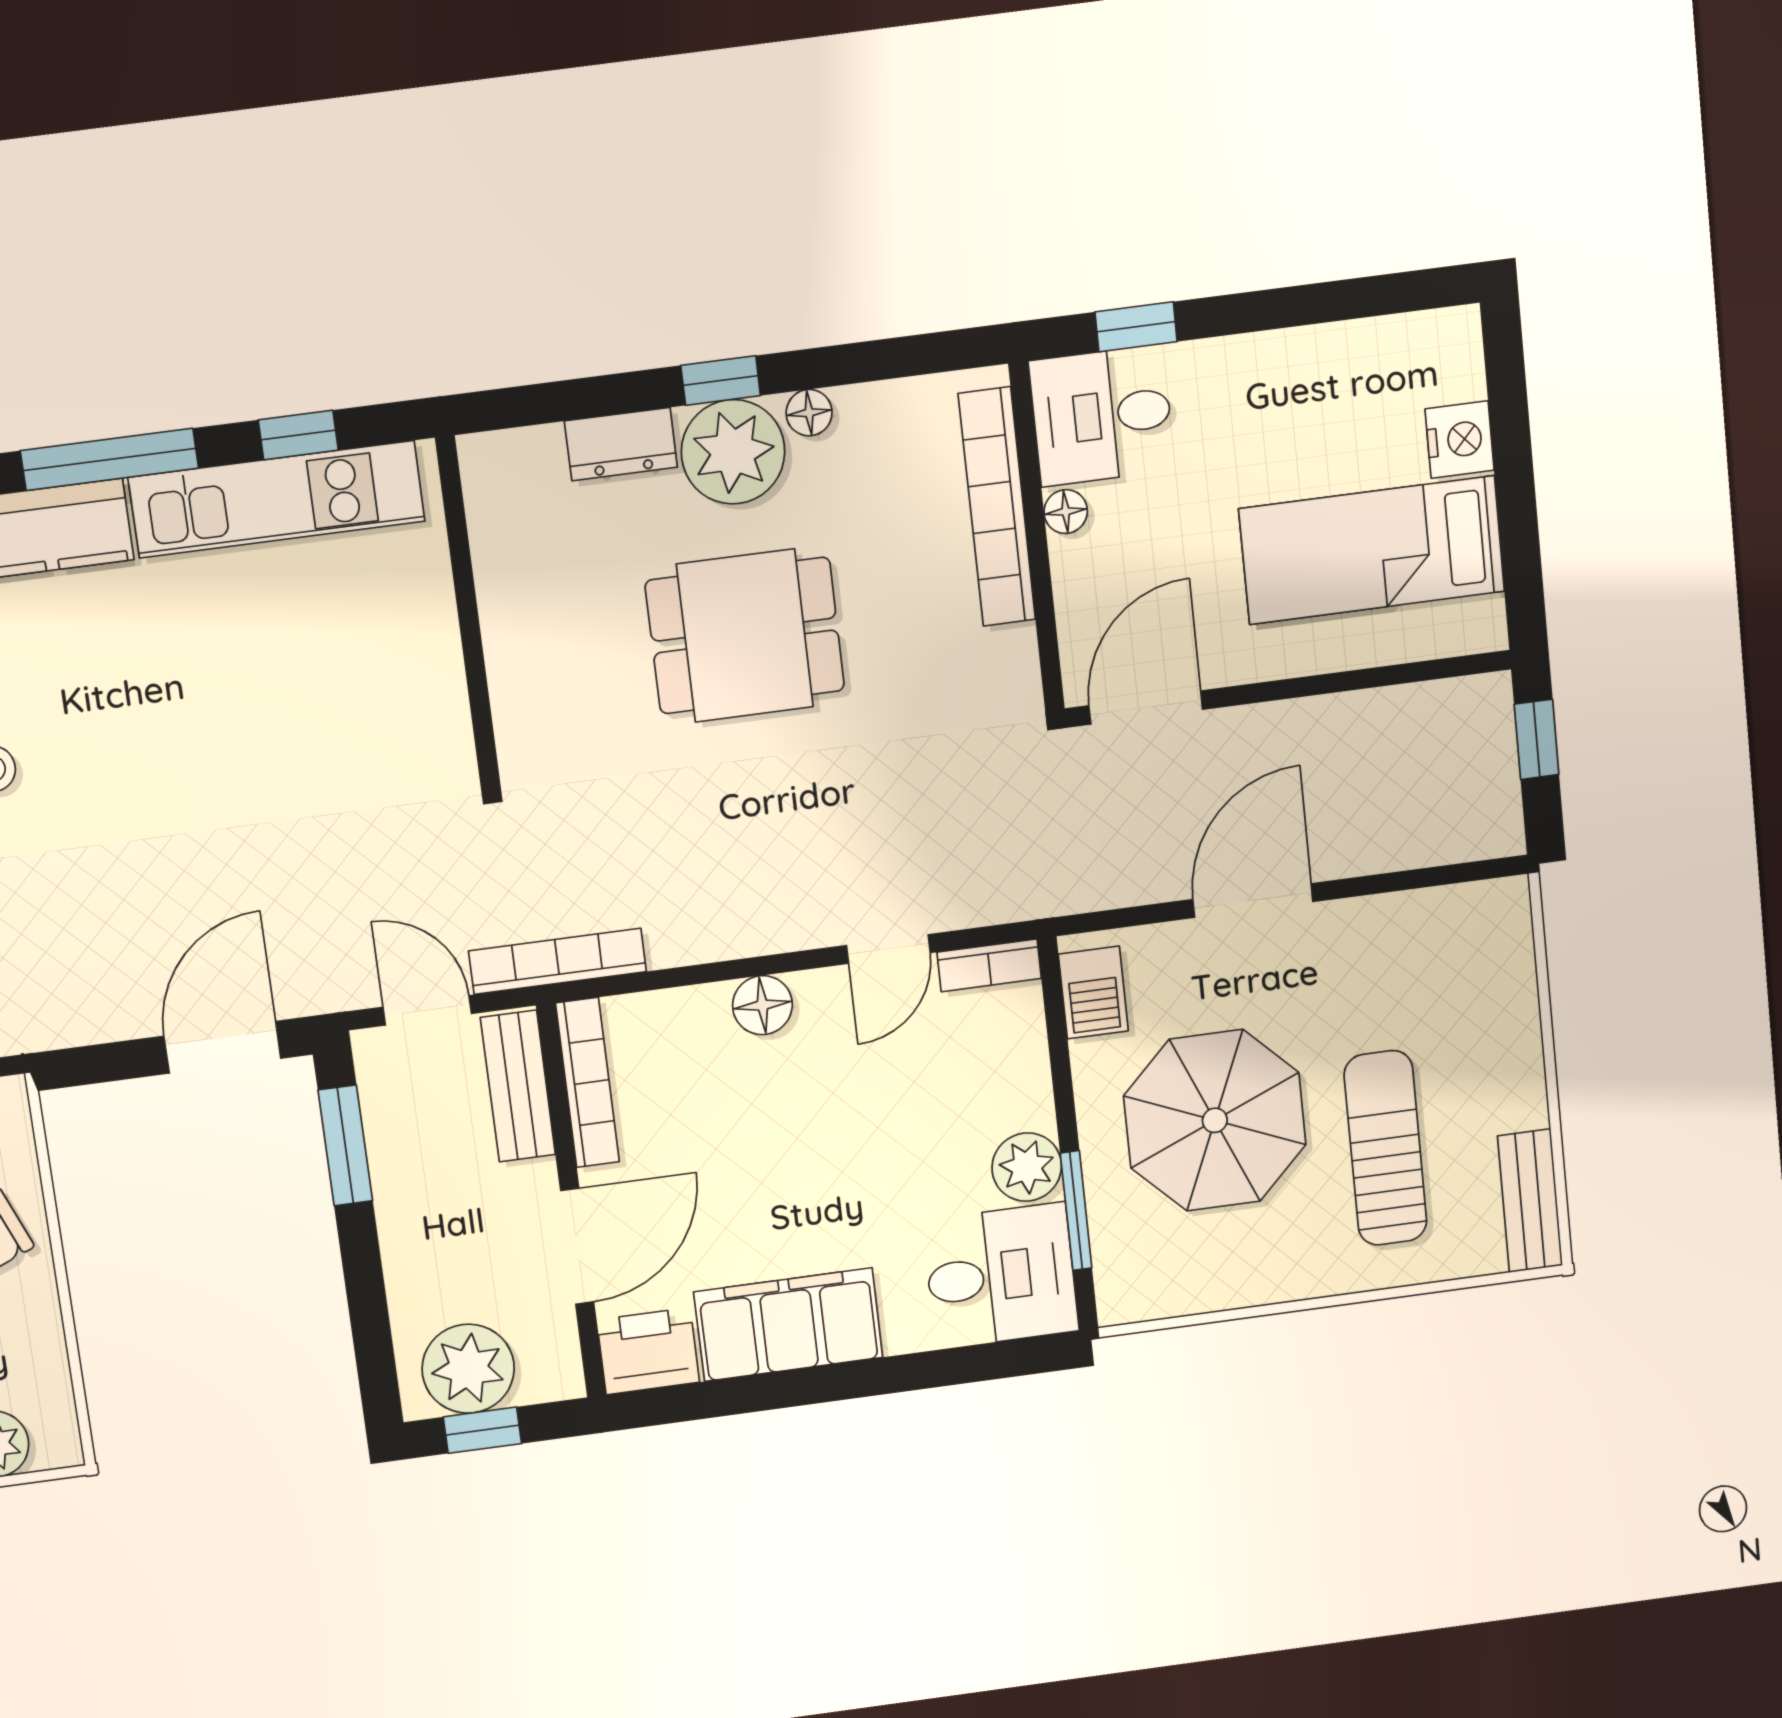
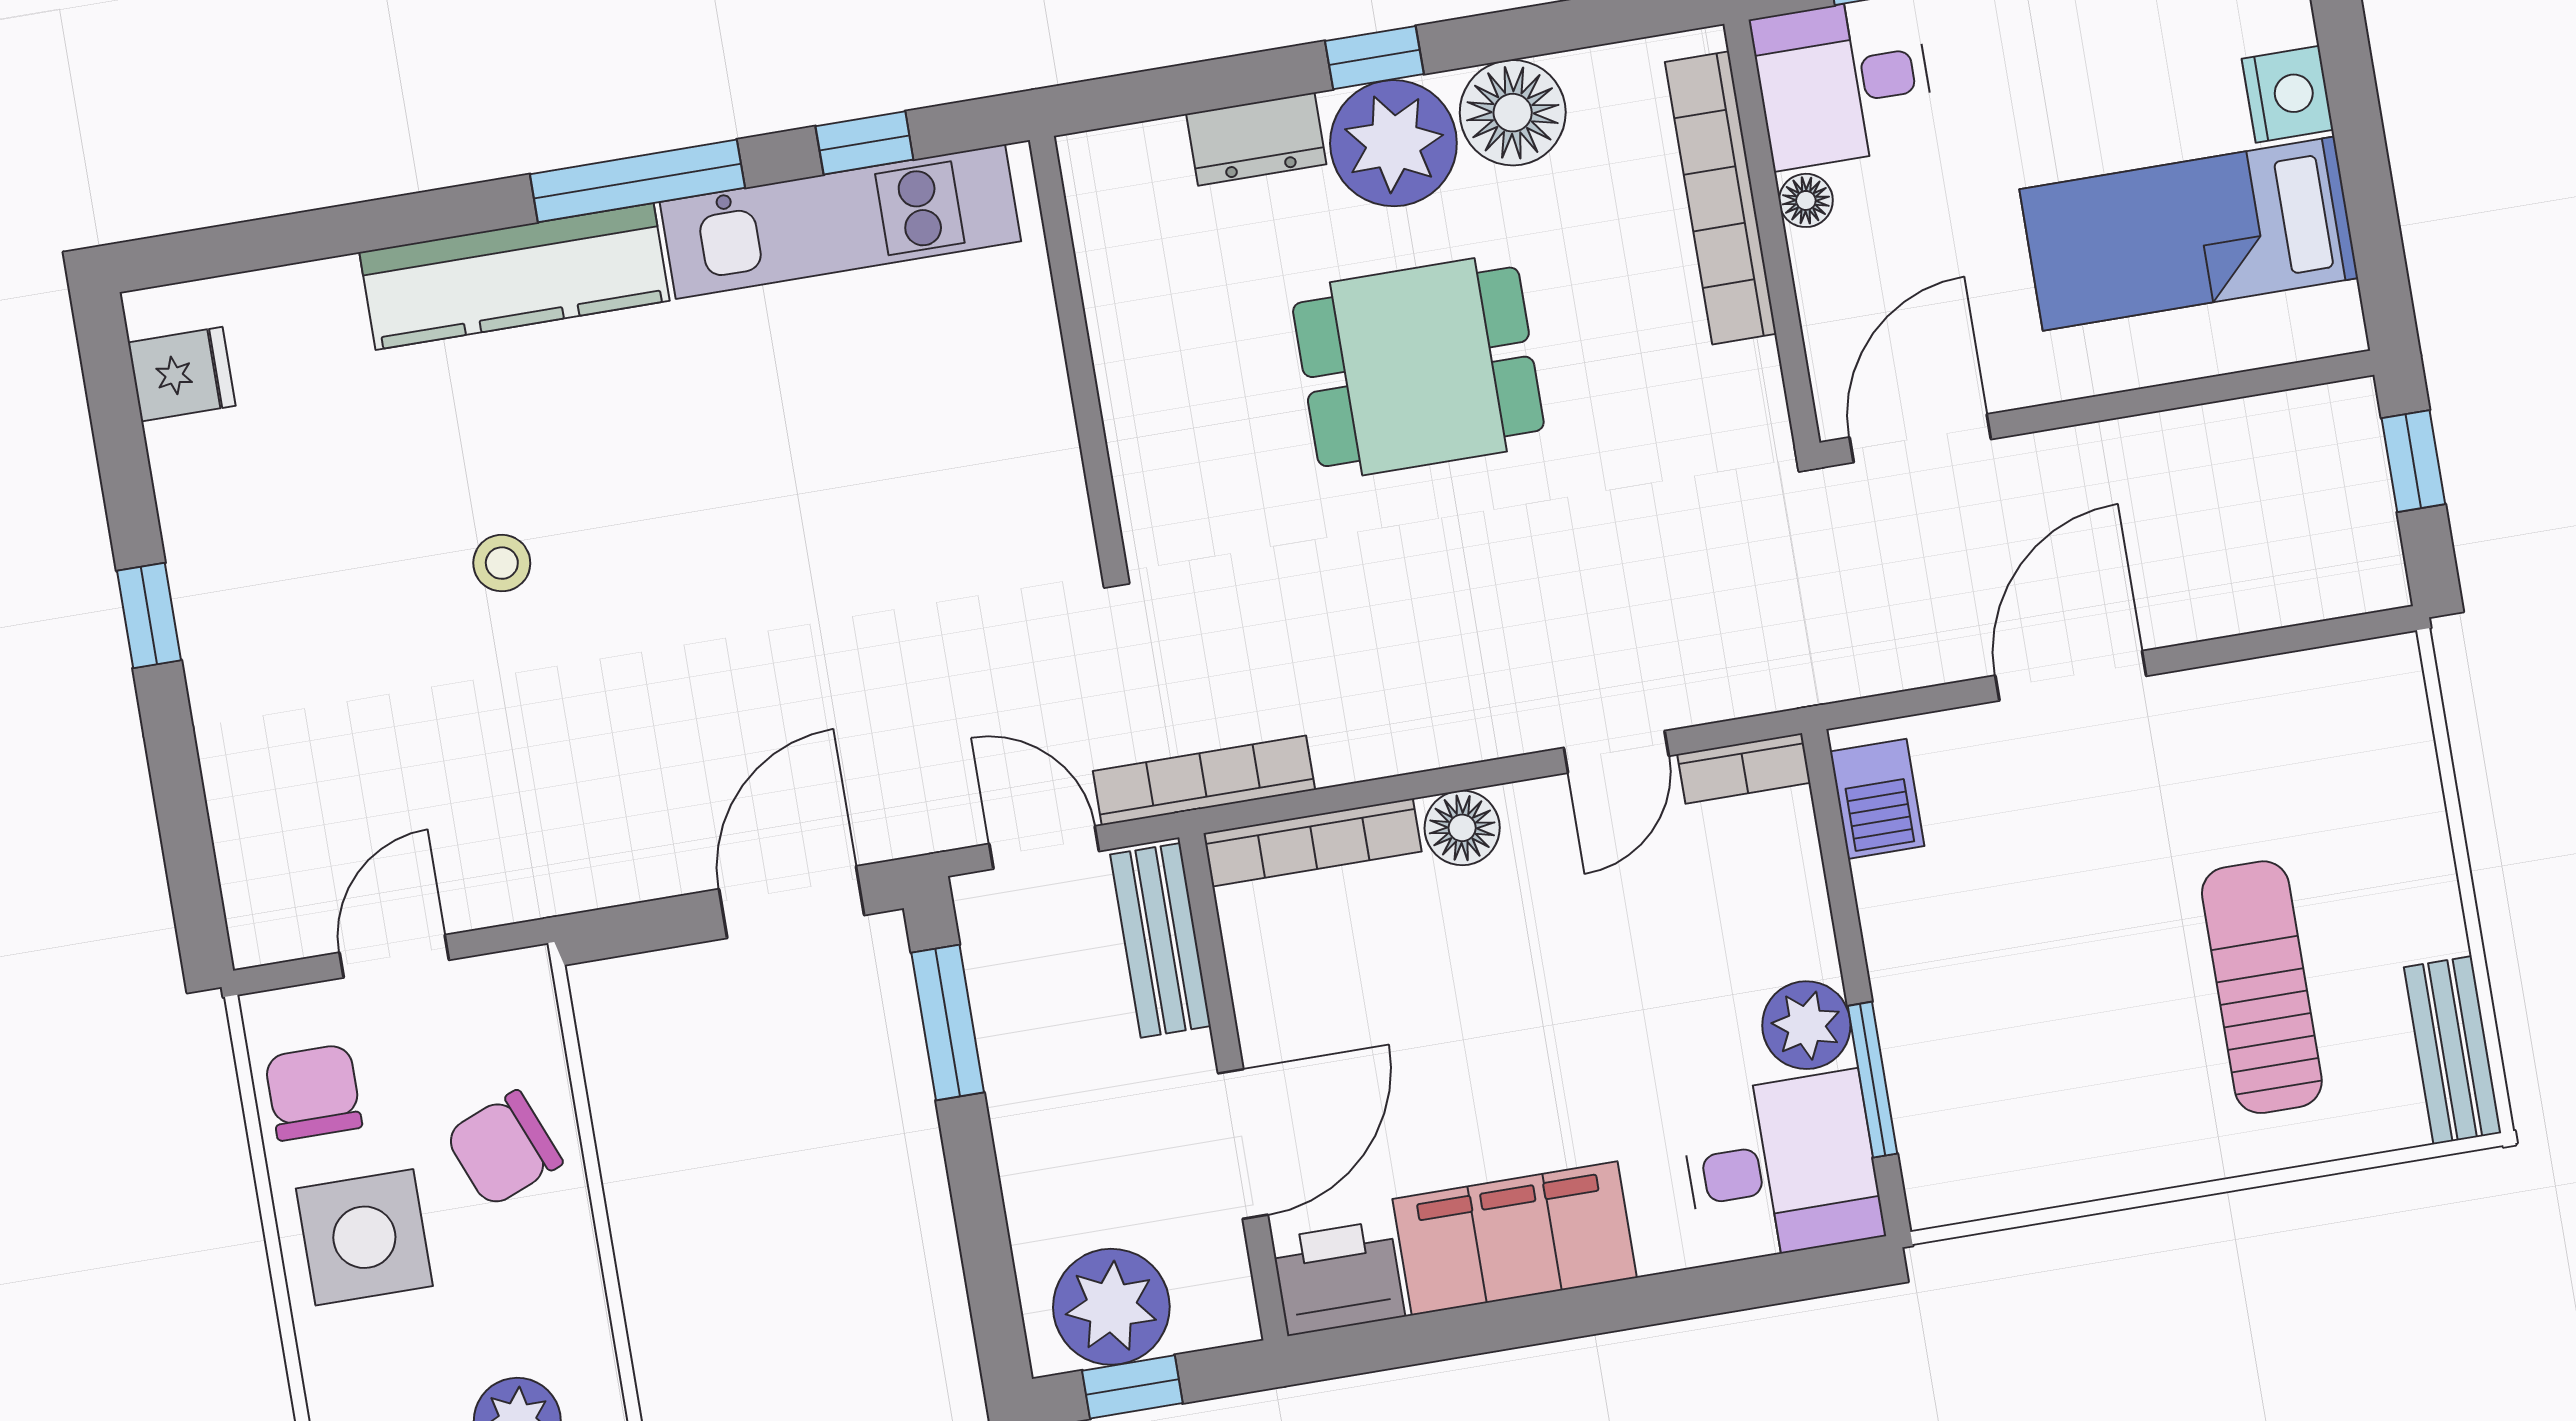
floor lamp: (809, 413) -> (1513, 113), width x1.89, depth x1.89
bookcase: (588, 1083) -> (1313, 842), moved, turned 90
parasol: (1215, 1120) -> (2042, 958), removed

